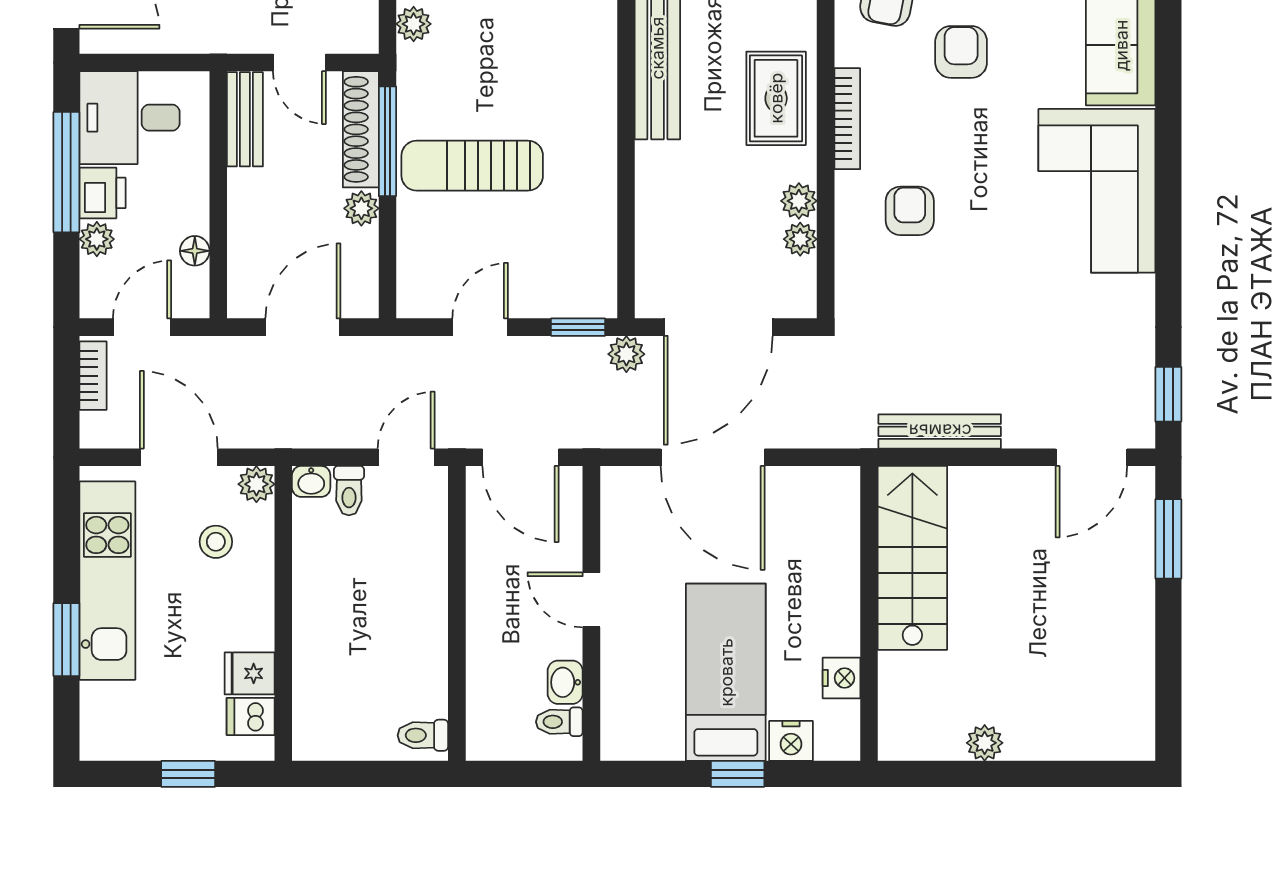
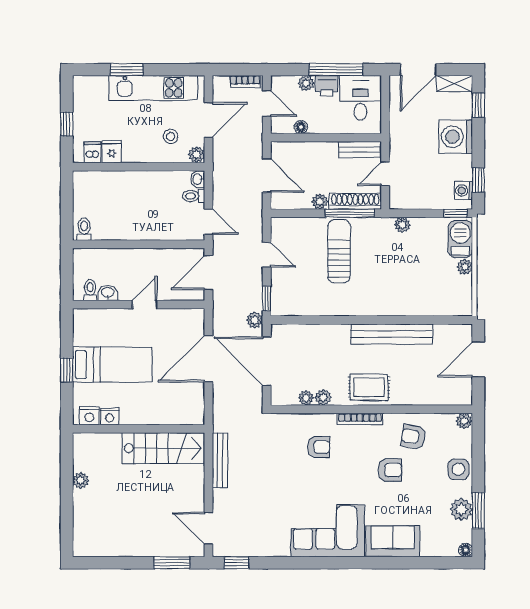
nightstand: (791, 741) -> (89, 416), moved, turned -90

